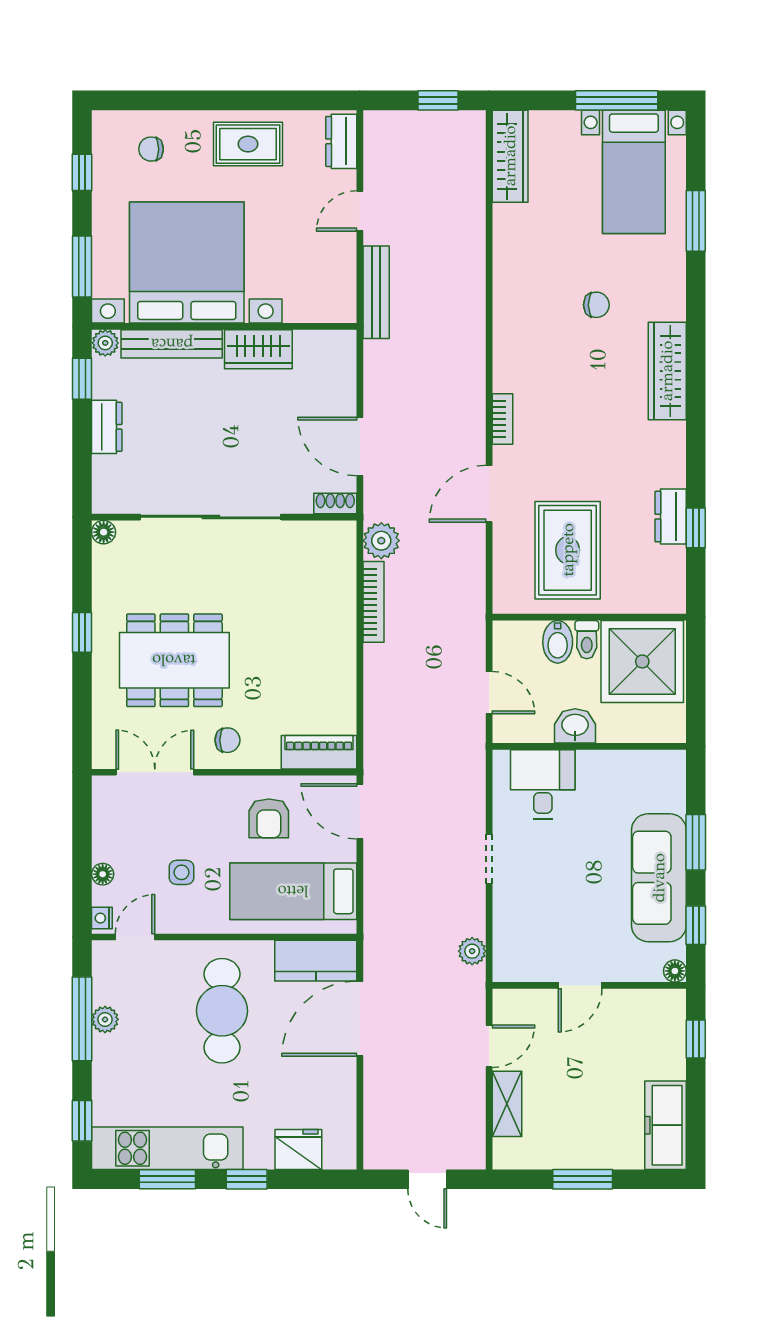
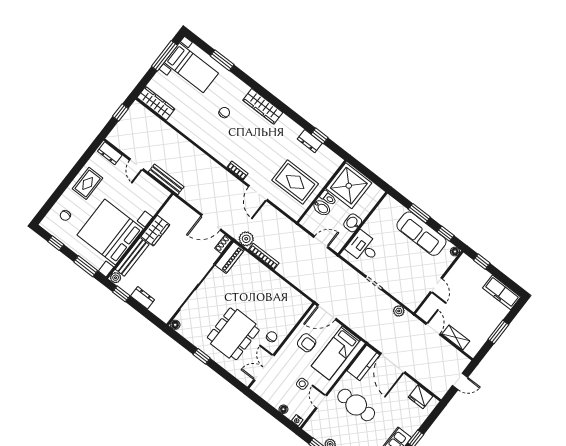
piano: (319, 752) -> (230, 258), moved, turned 180
door: (135, 937) -> (321, 402), moved
fridge: (298, 1149) -> (420, 397), moved, turned -90

